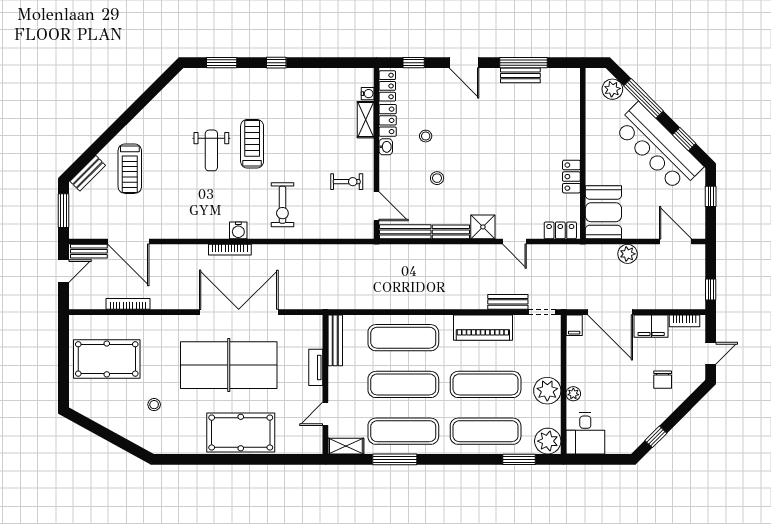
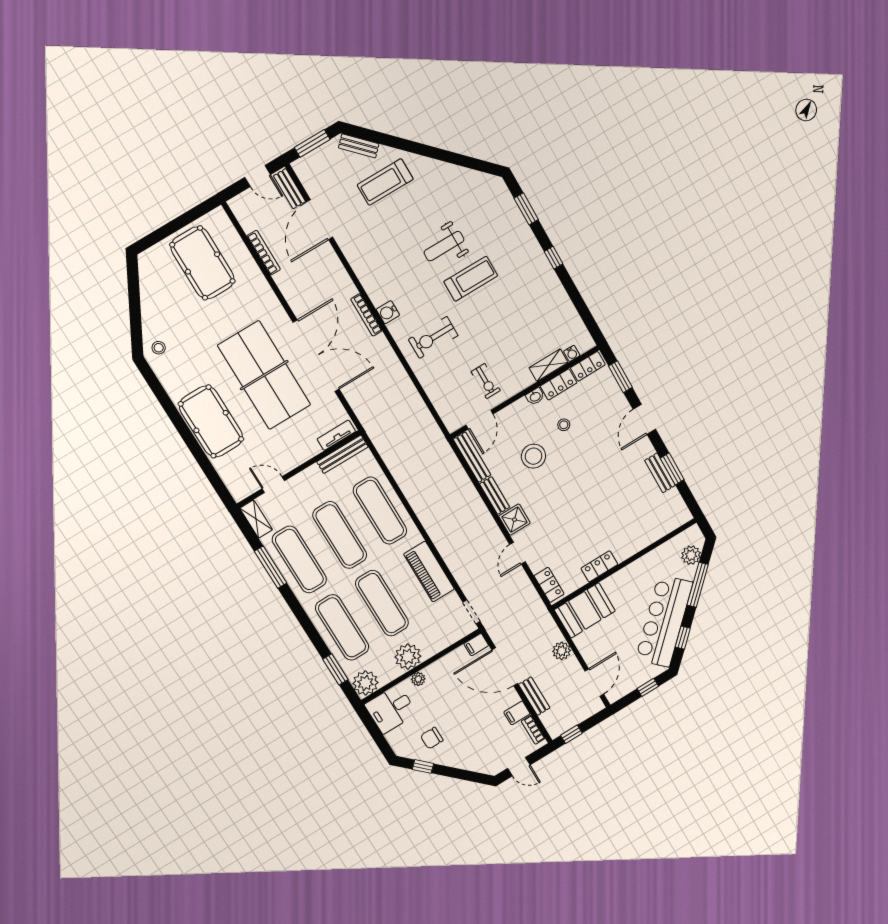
window: (414, 63) -> (620, 377), width x1.50
window: (523, 63) -> (672, 469), width x0.69
stool: (437, 178) -> (533, 456), width x1.89, depth x1.89
bench: (508, 302) -> (534, 696), moved
door: (610, 312) -> (505, 667), hinge flipped
filing cabinet: (651, 326) -> (517, 713), width x0.50
tv unit: (316, 367) -> (336, 435), moved
chair: (663, 380) -> (432, 738), moved
stool: (154, 405) -> (159, 348), moved

